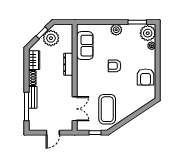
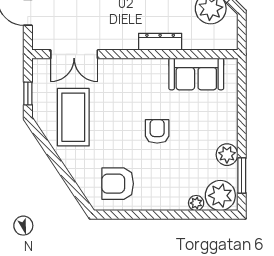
plant: (116, 30) -> (227, 155), moved
armchair: (146, 77) -> (118, 184), moved
coffee table: (107, 109) -> (73, 117), turned 90

